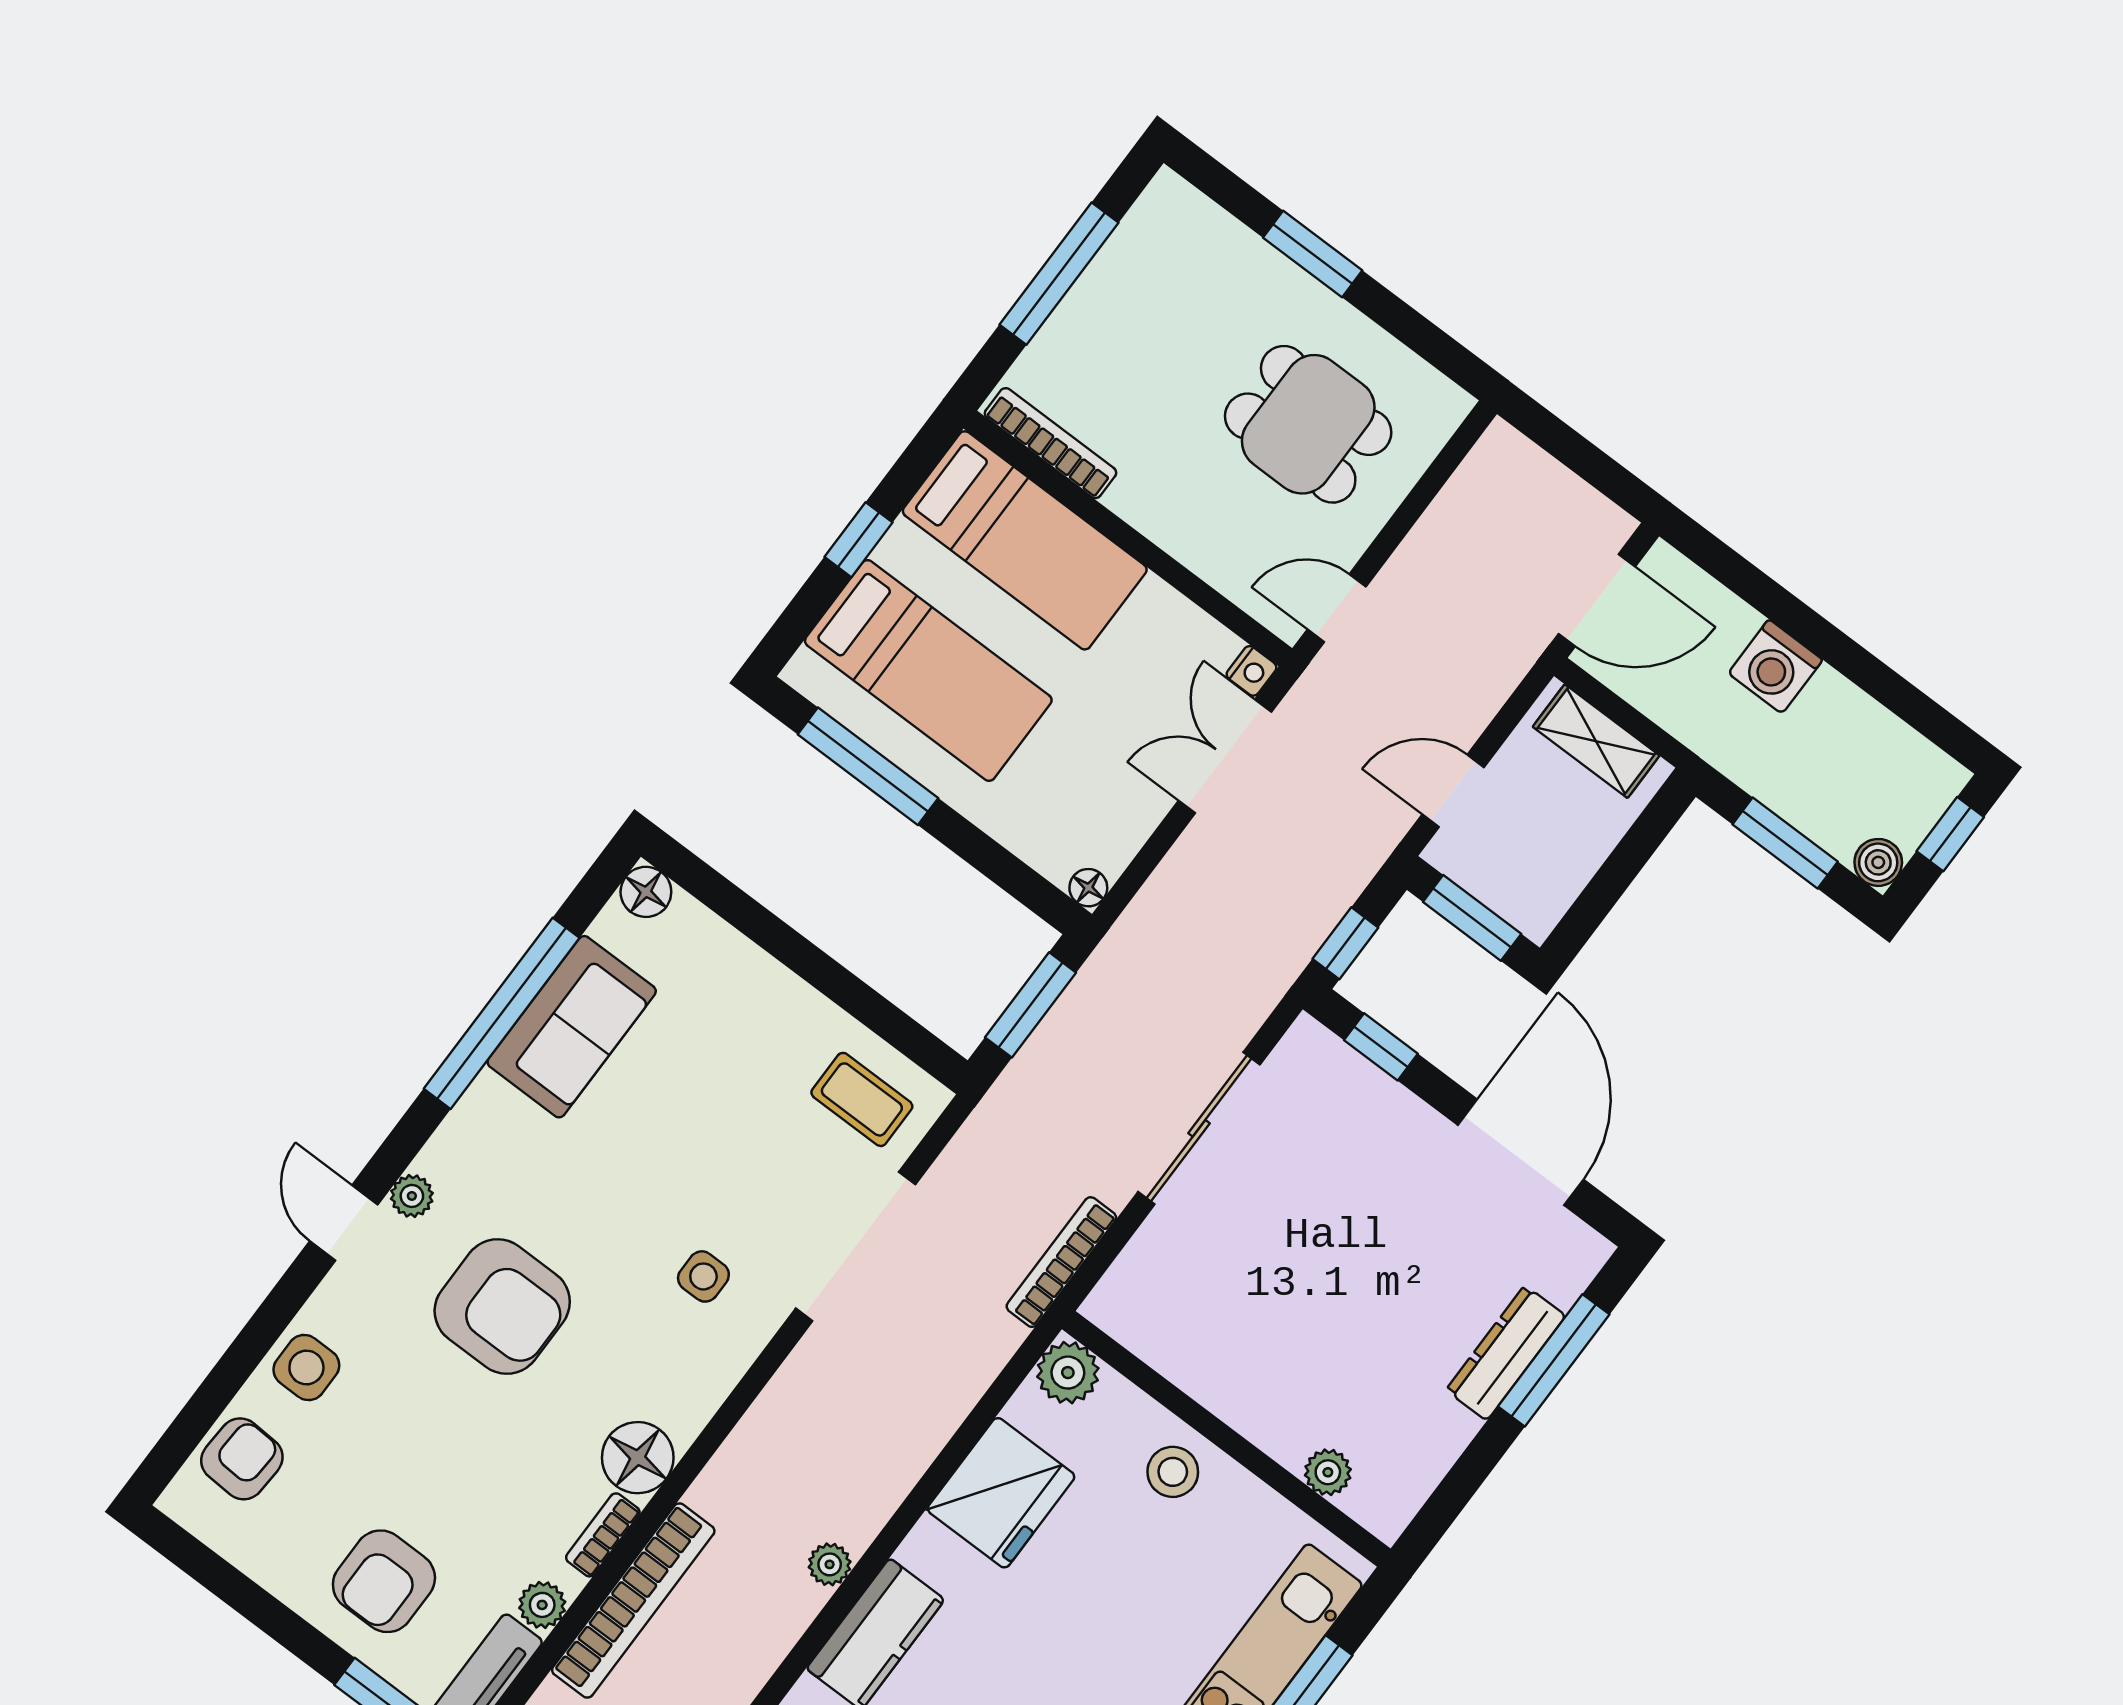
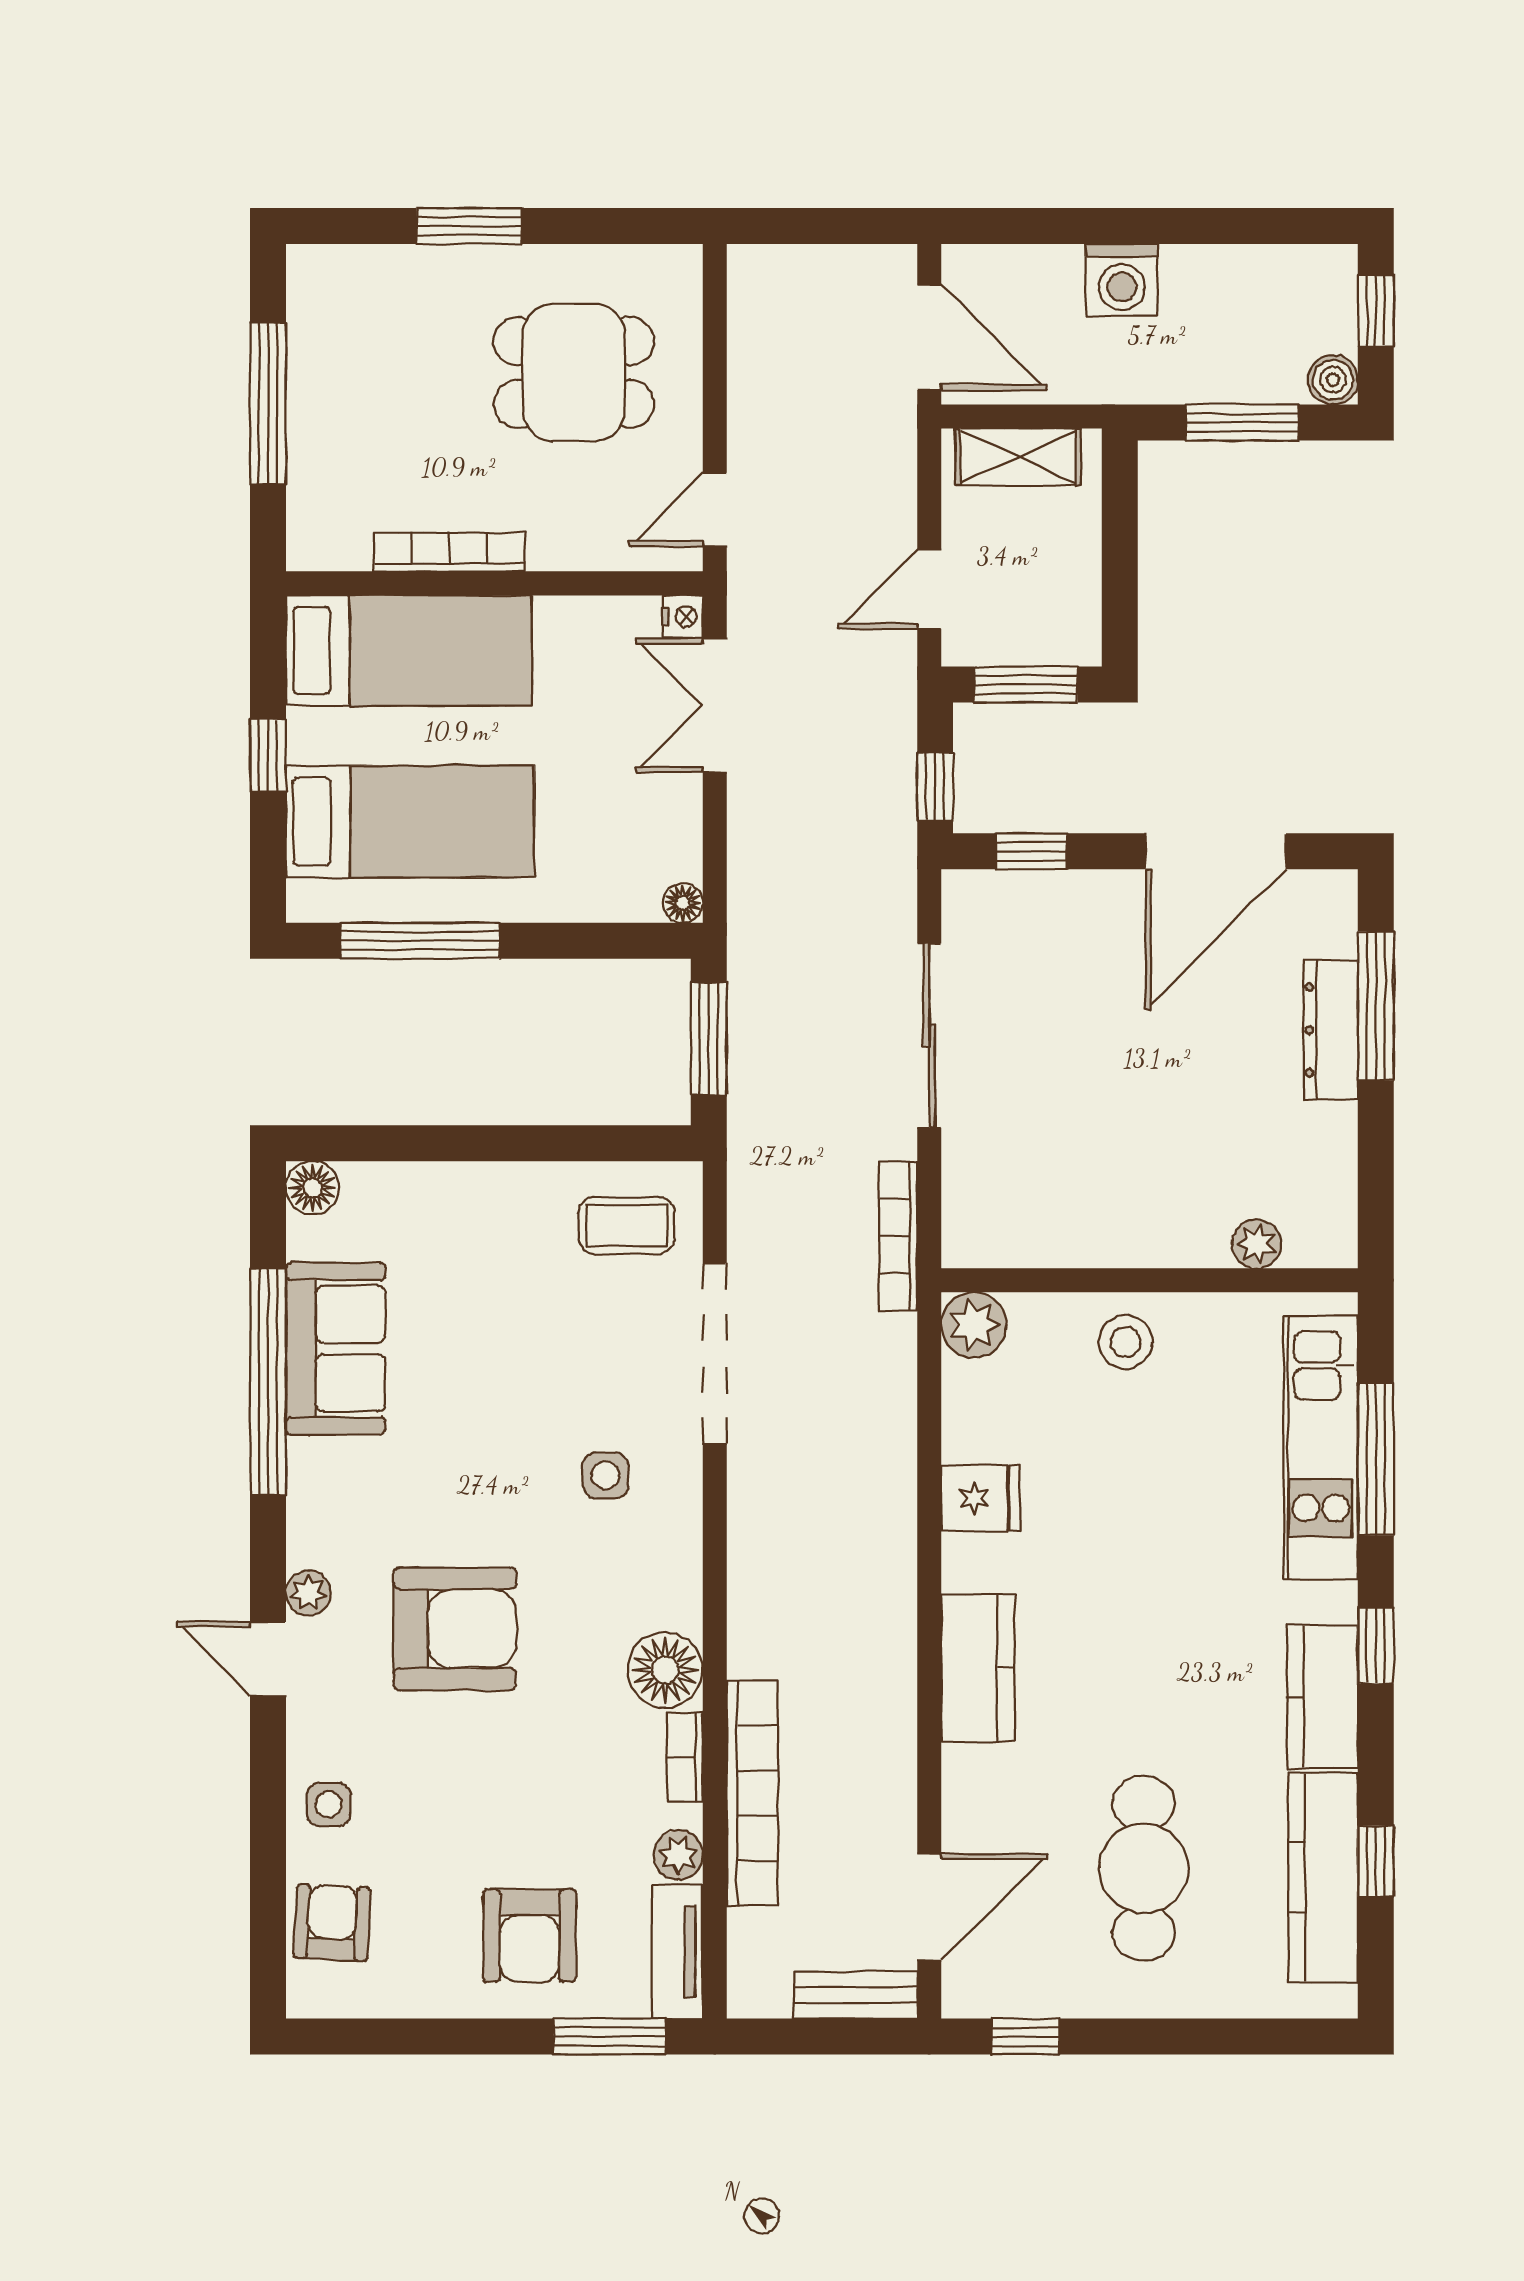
bookcase: (1050, 443) -> (449, 552), moved
door: (1597, 600) -> (929, 337), hinge flipped
door: (1521, 1152) -> (1216, 851), swing flipped
side table: (306, 1367) -> (329, 1805), width x0.73, depth x0.73
fridge: (1001, 1493) -> (981, 1498), width x0.53, depth x0.75
plant: (830, 1564) -> (895, 1638), removed

